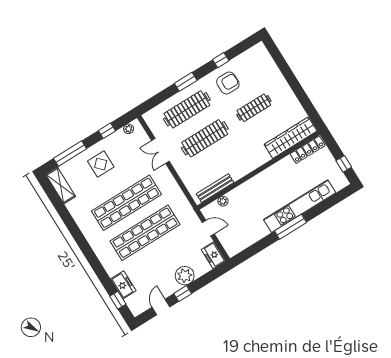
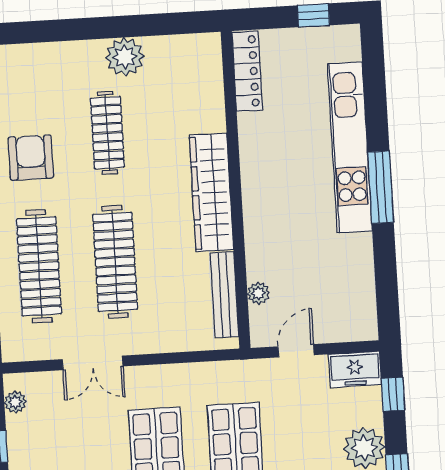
plant: (287, 98) -> (125, 57), added
wardrobe: (291, 138) -> (211, 192), moved
window: (212, 275) -> (393, 394), added

